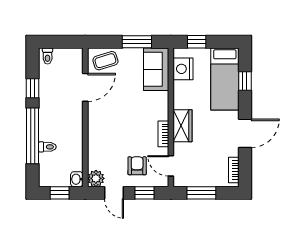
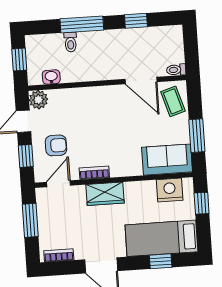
toilet: (48, 56) -> (176, 70), moved
window: (33, 136) -> (82, 24), width x0.68
washbasin: (77, 179) -> (51, 77), moved

